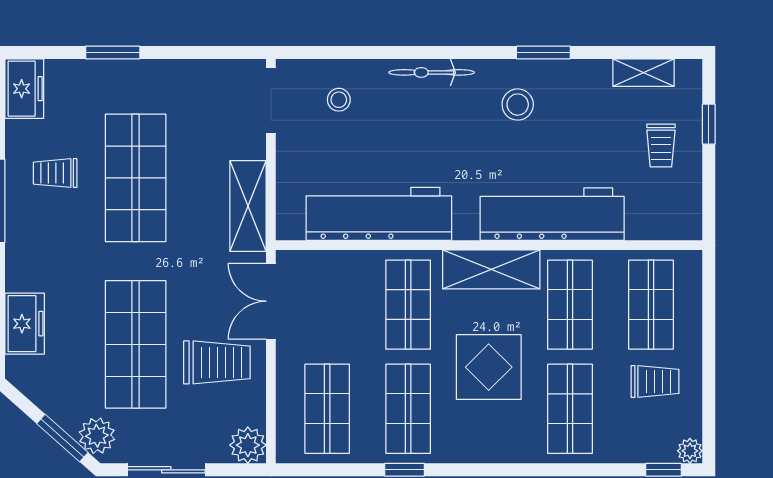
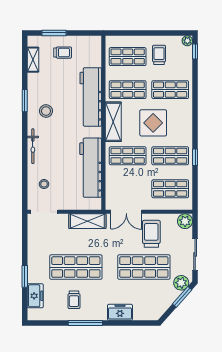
freezer: (24, 89) -> (35, 296), moved, turned 90
window: (709, 124) -> (54, 33), width x1.50
freezer: (25, 324) -> (120, 312), moved

